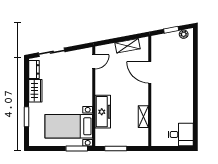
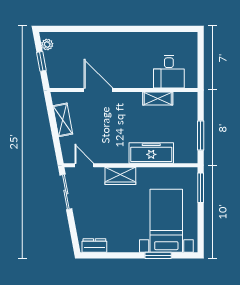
sliding door: (52, 52) -> (66, 192), moved
door: (150, 72) -> (98, 90), swing flipped
wardrobe: (35, 91) -> (120, 176), moved, turned 180
bed with nightstands: (69, 126) -> (166, 221), moved, turned 180
desk: (181, 134) -> (169, 72), moved, turned 180

